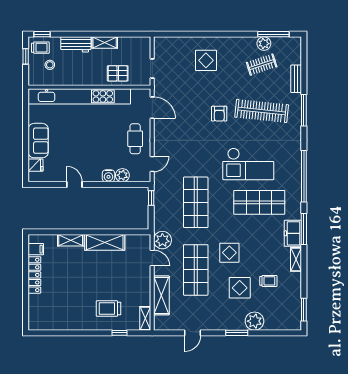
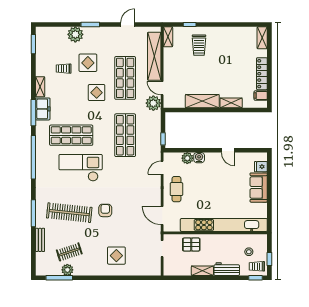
shelving: (161, 295) -> (154, 56), width x1.47
trolley: (109, 309) -> (199, 45), turned 90
shelving: (34, 317) -> (262, 38), added

